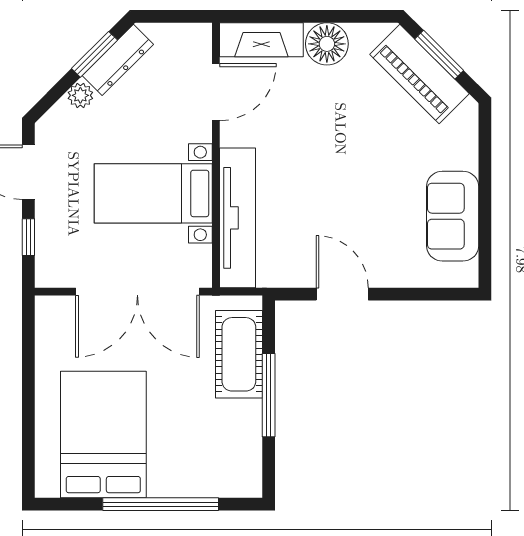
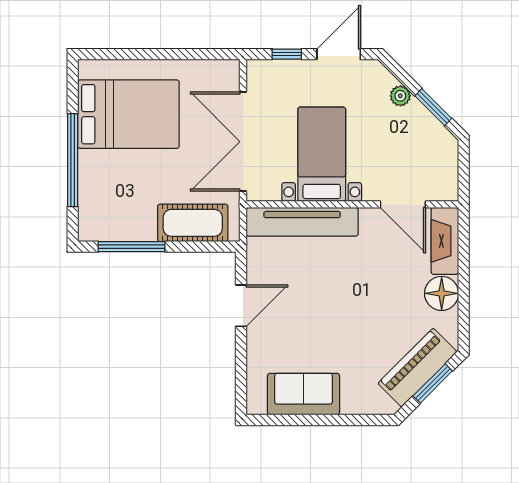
dresser: (118, 60) -> (429, 126), removed
window: (269, 395) -> (132, 247), moved

